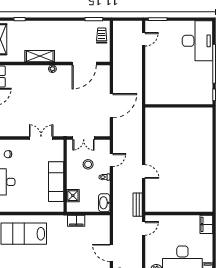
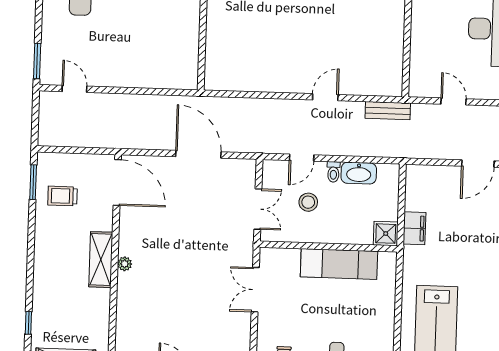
trolley: (102, 35) -> (63, 196), moved
shelving: (40, 56) -> (101, 260), moved
door: (84, 63) -> (117, 183), moved
door: (111, 160) -> (302, 158), swing flipped
shower: (73, 196) -> (386, 234), moved
washbasin: (104, 203) -> (359, 173), moved
door: (144, 228) -> (454, 101), moved

